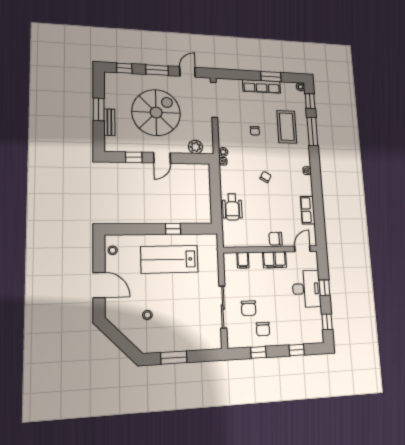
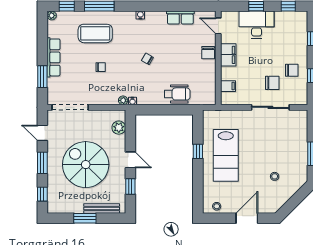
window: (271, 77) -> (42, 77), moved
bench: (109, 122) -> (102, 208), width x1.36

